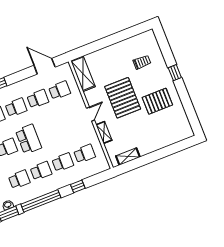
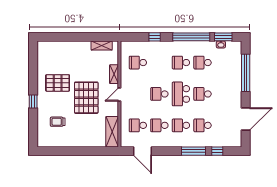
school desk: (63, 162) -> (159, 94), moved

